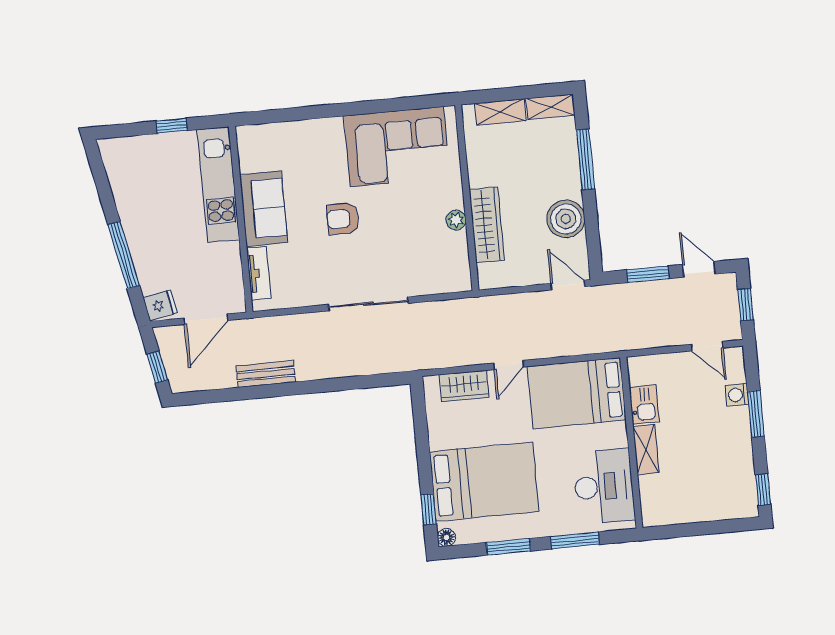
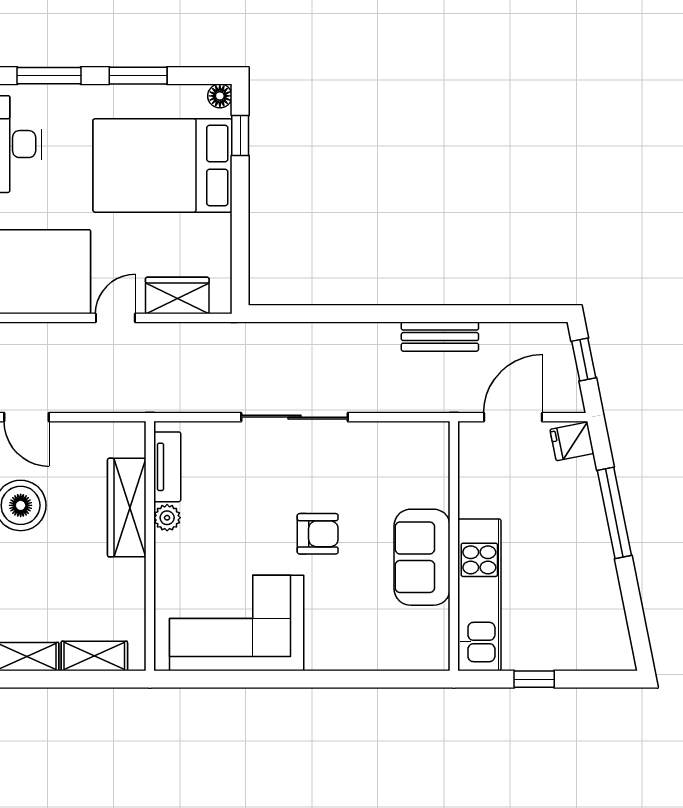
tv unit: (259, 273) -> (167, 467), moved, turned 180

